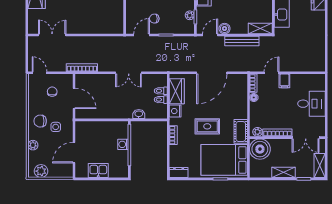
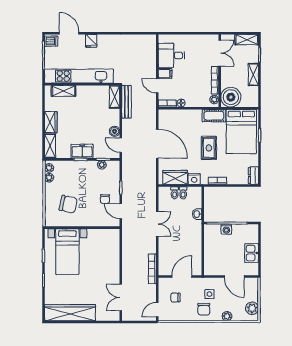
bench: (242, 41) -> (127, 102), moved
desk: (311, 104) -> (171, 55), moved, turned -90

